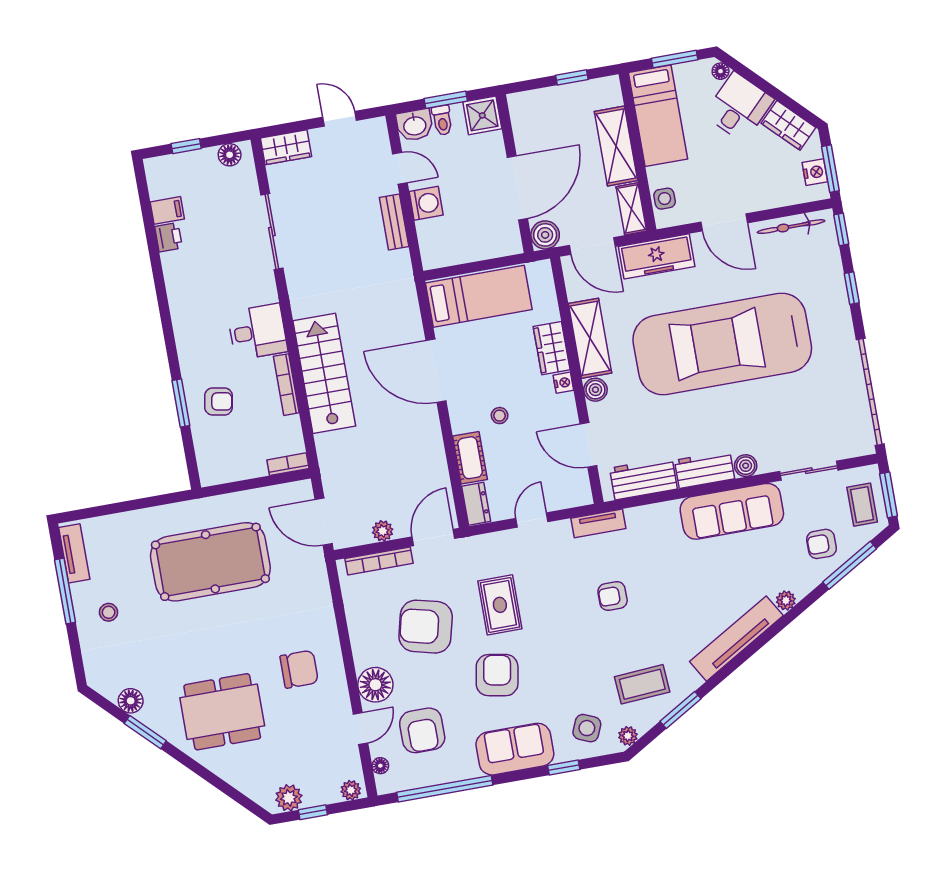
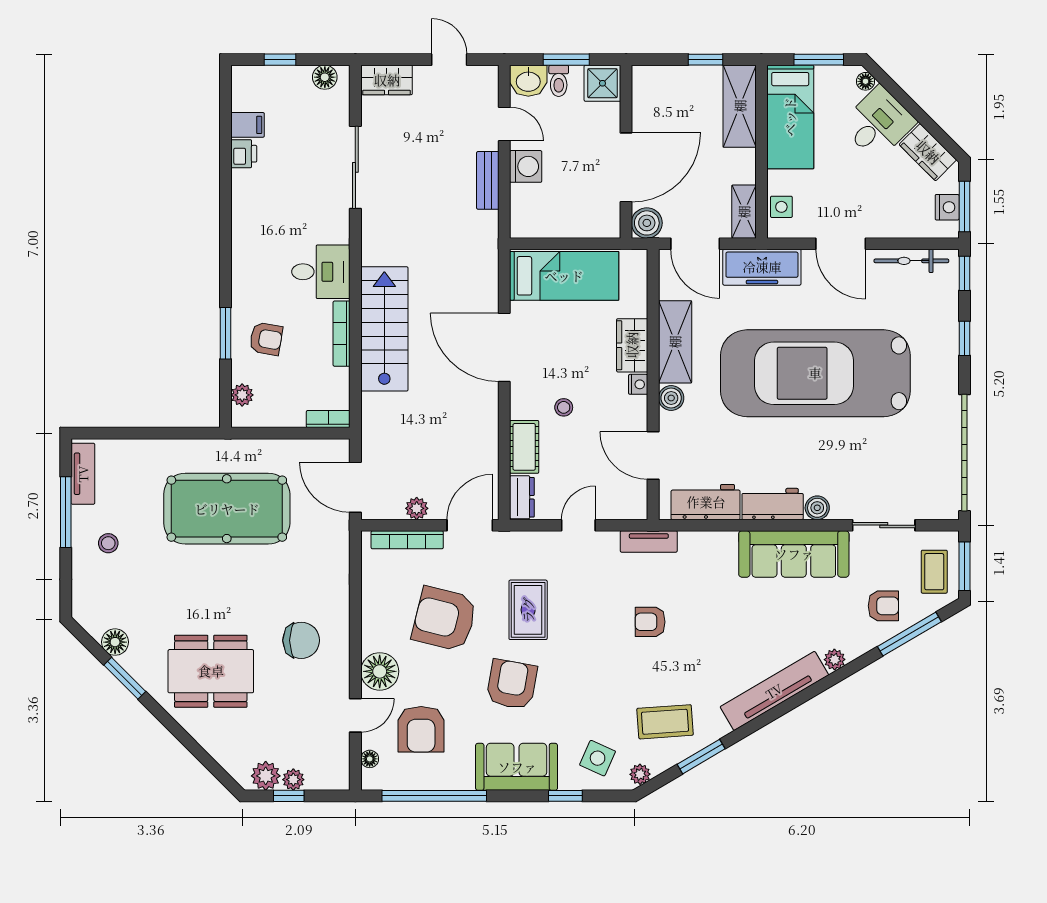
shelving: (616, 146) -> (740, 106), moved
plant: (206, 456) -> (242, 395), added
armchair: (821, 544) -> (883, 606), turned 180
plant: (351, 790) -> (293, 780), moved

